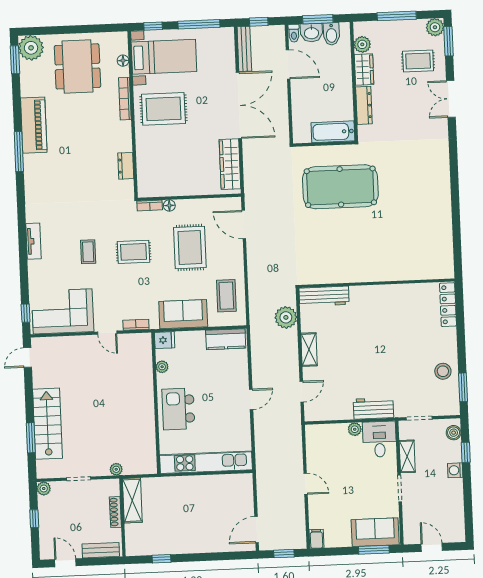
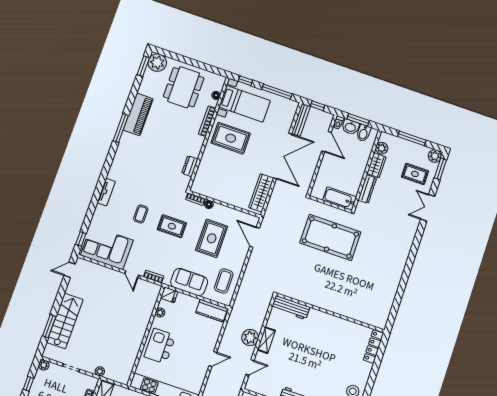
plant: (286, 317) -> (250, 338), moved

